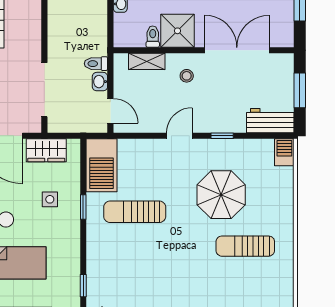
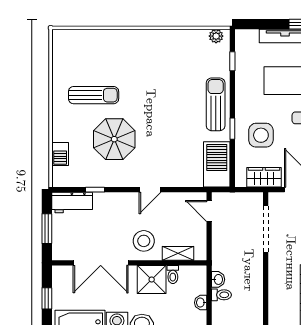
toilet: (96, 64) -> (221, 295), moved
stool: (187, 76) -> (144, 241), width x1.89, depth x1.89
washbasin: (100, 82) -> (218, 279), moved
window: (222, 136) -> (95, 190), moved
barbecue: (284, 152) -> (60, 154), moved
side table: (50, 199) -> (261, 135), width x1.87, depth x1.87
sun lounger: (135, 212) -> (216, 104), moved, turned -90

